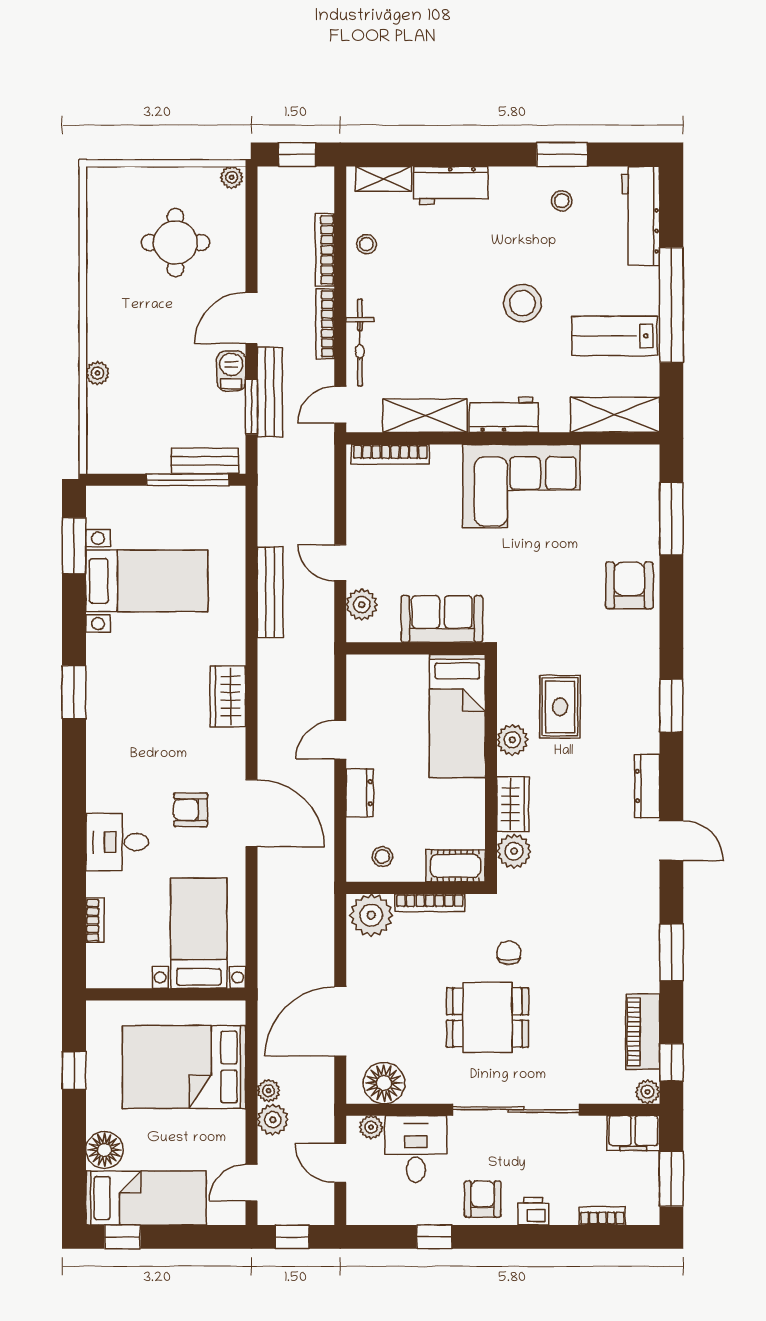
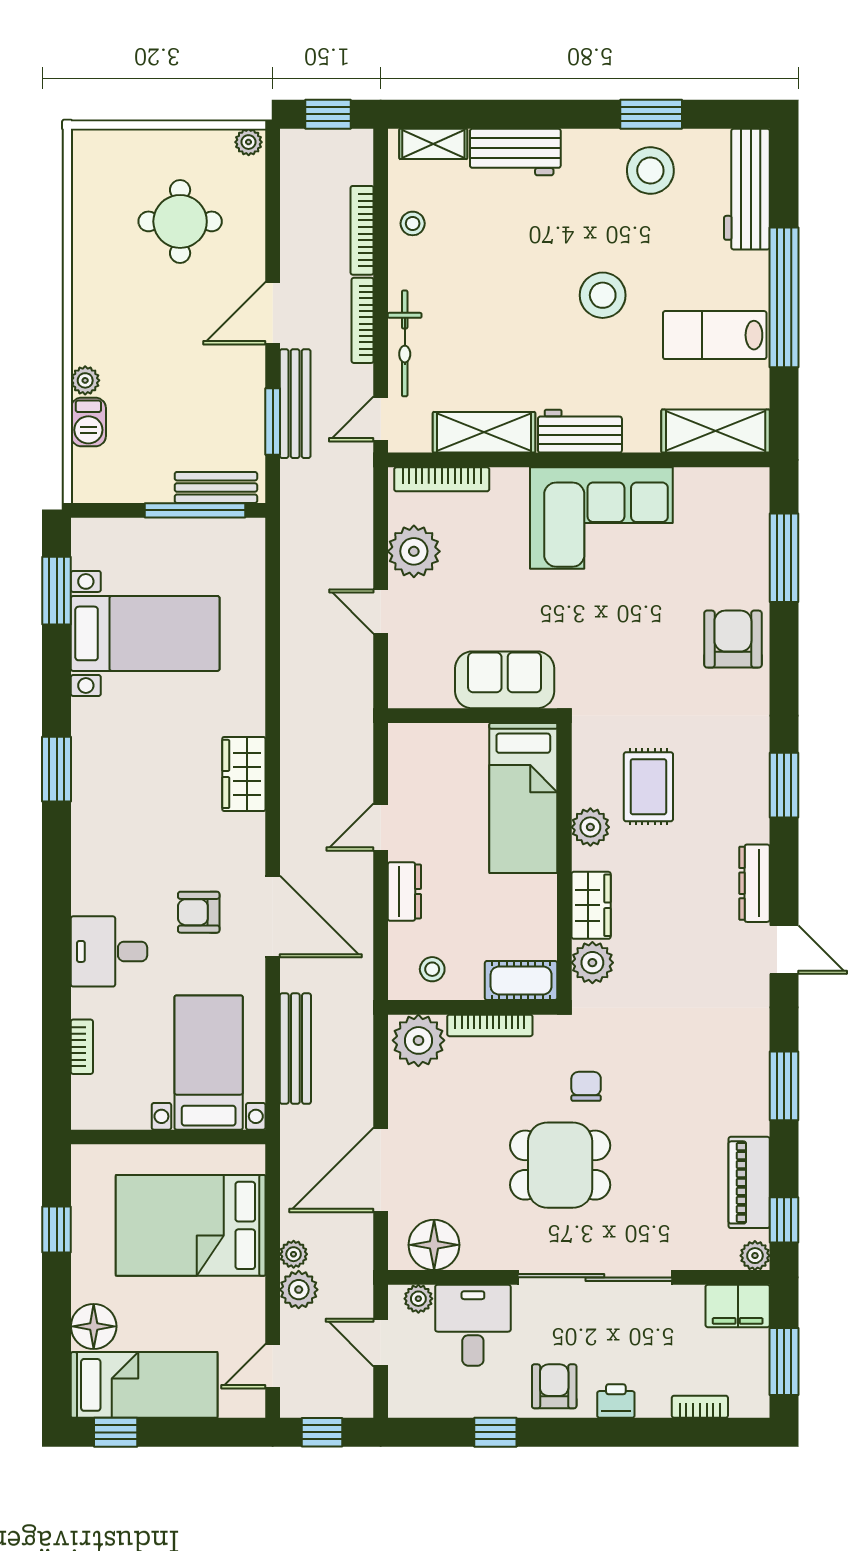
stool: (562, 201) -> (650, 171), width x1.89, depth x1.89
barbecue: (231, 371) -> (88, 422), moved, turned 180
bench: (270, 592) -> (295, 1049), moved
plant: (362, 605) -> (414, 551), moved, width x1.36, depth x1.36

